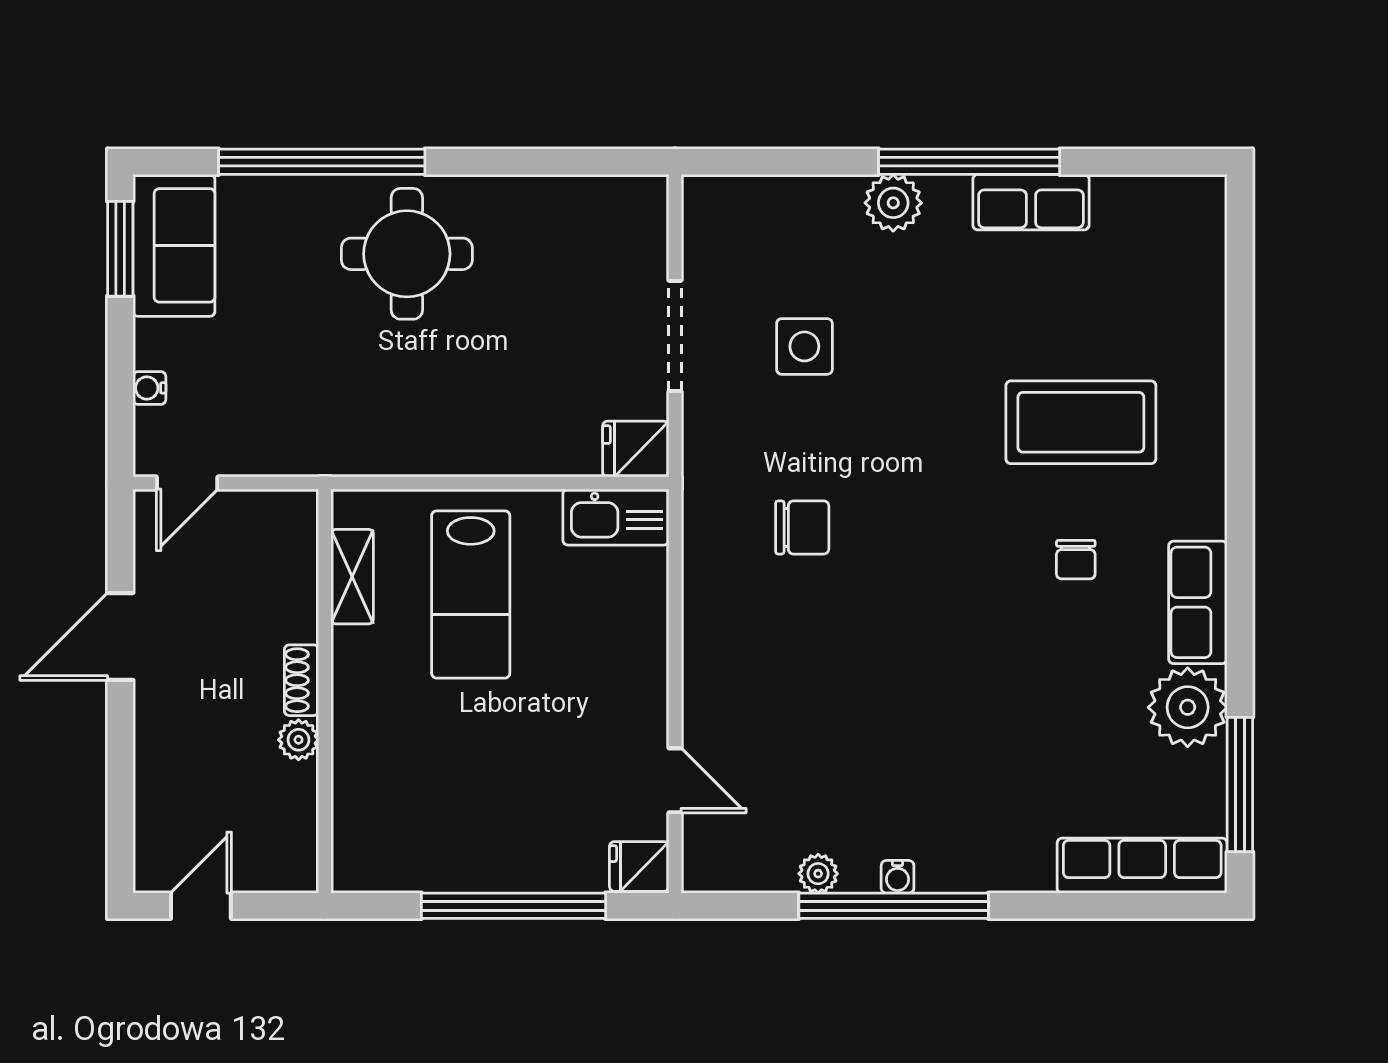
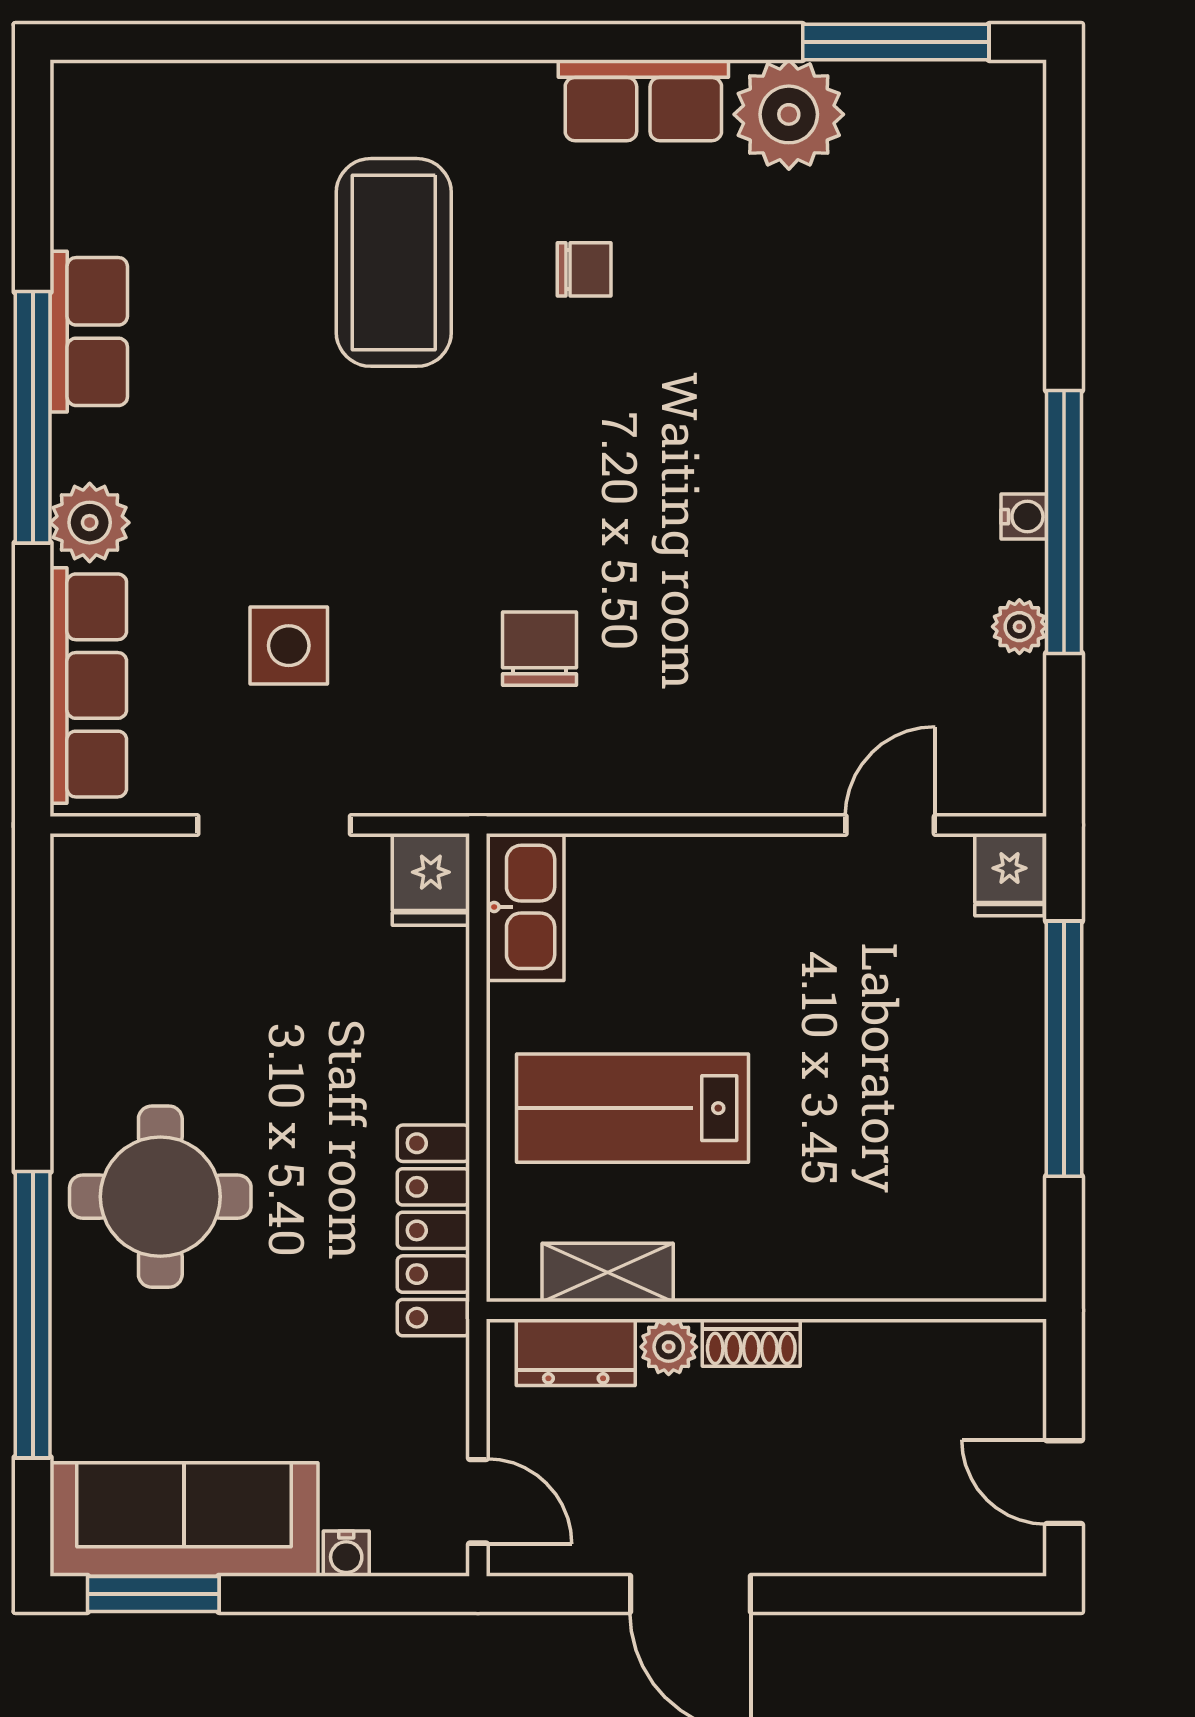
sofa: (174, 245) -> (184, 1519), width x1.36
locker: (382, 451) -> (433, 1230), added
dresser: (295, 554) -> (576, 1352), added
lab bench: (471, 594) -> (632, 1108), turned 180
plant: (299, 740) -> (669, 1347), moved
row of seats: (1142, 866) -> (88, 685), moved, turned 180

